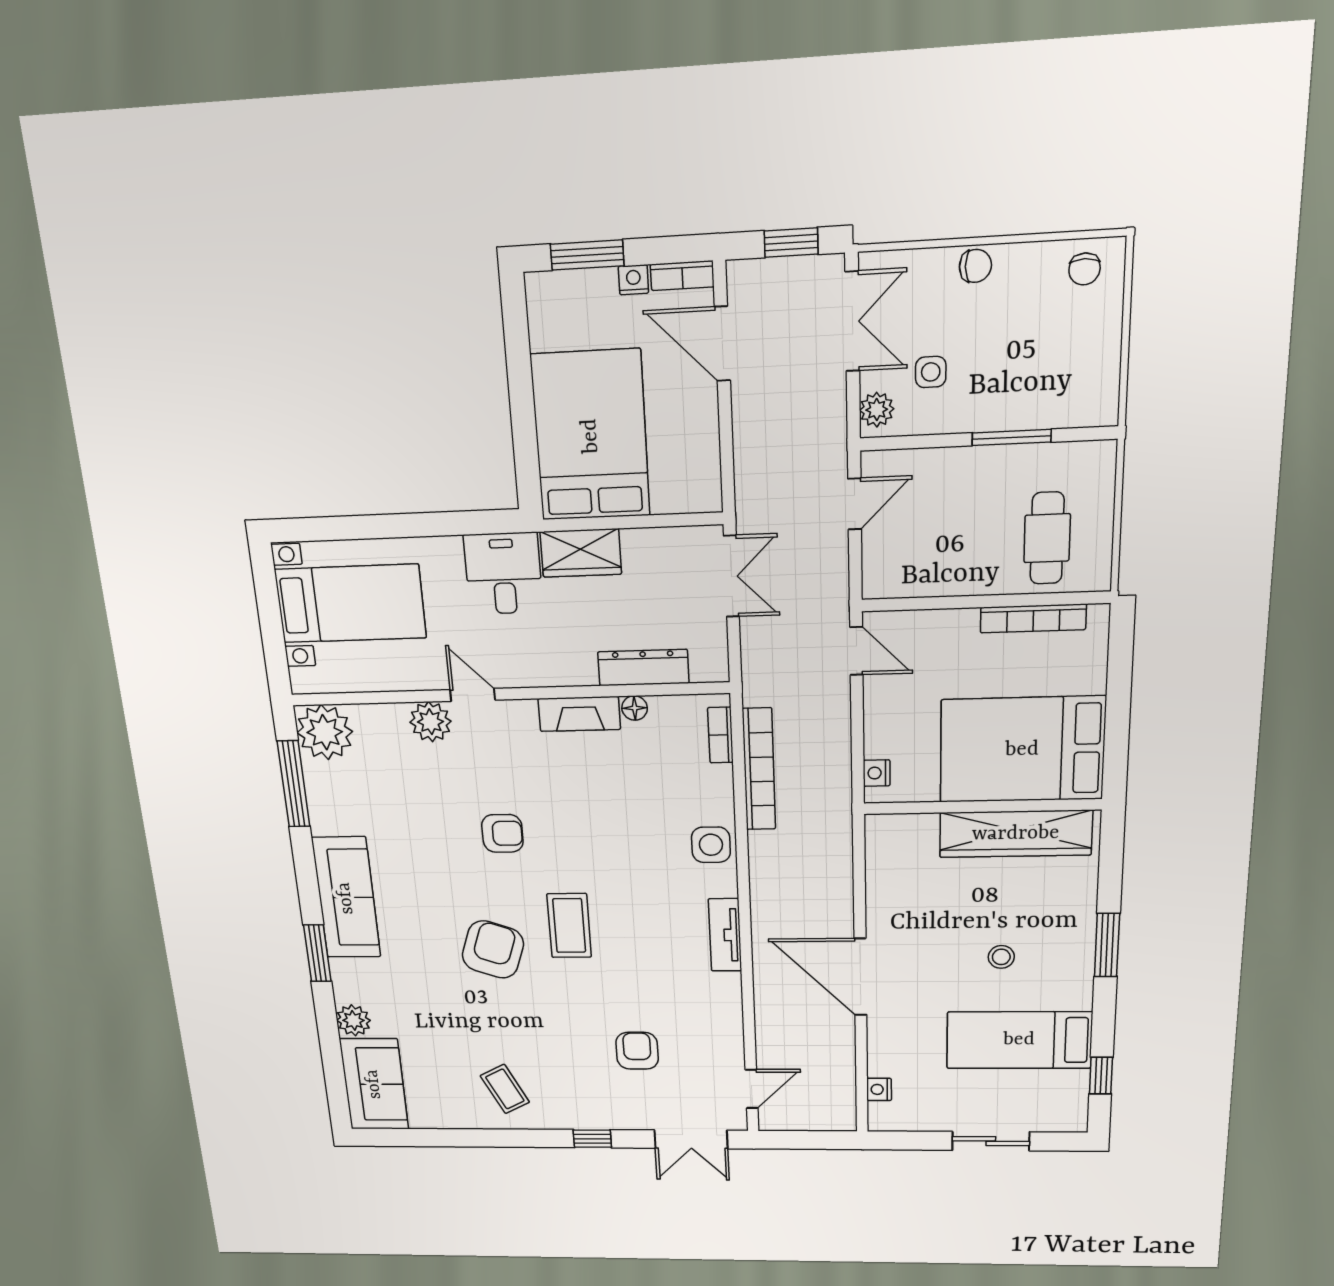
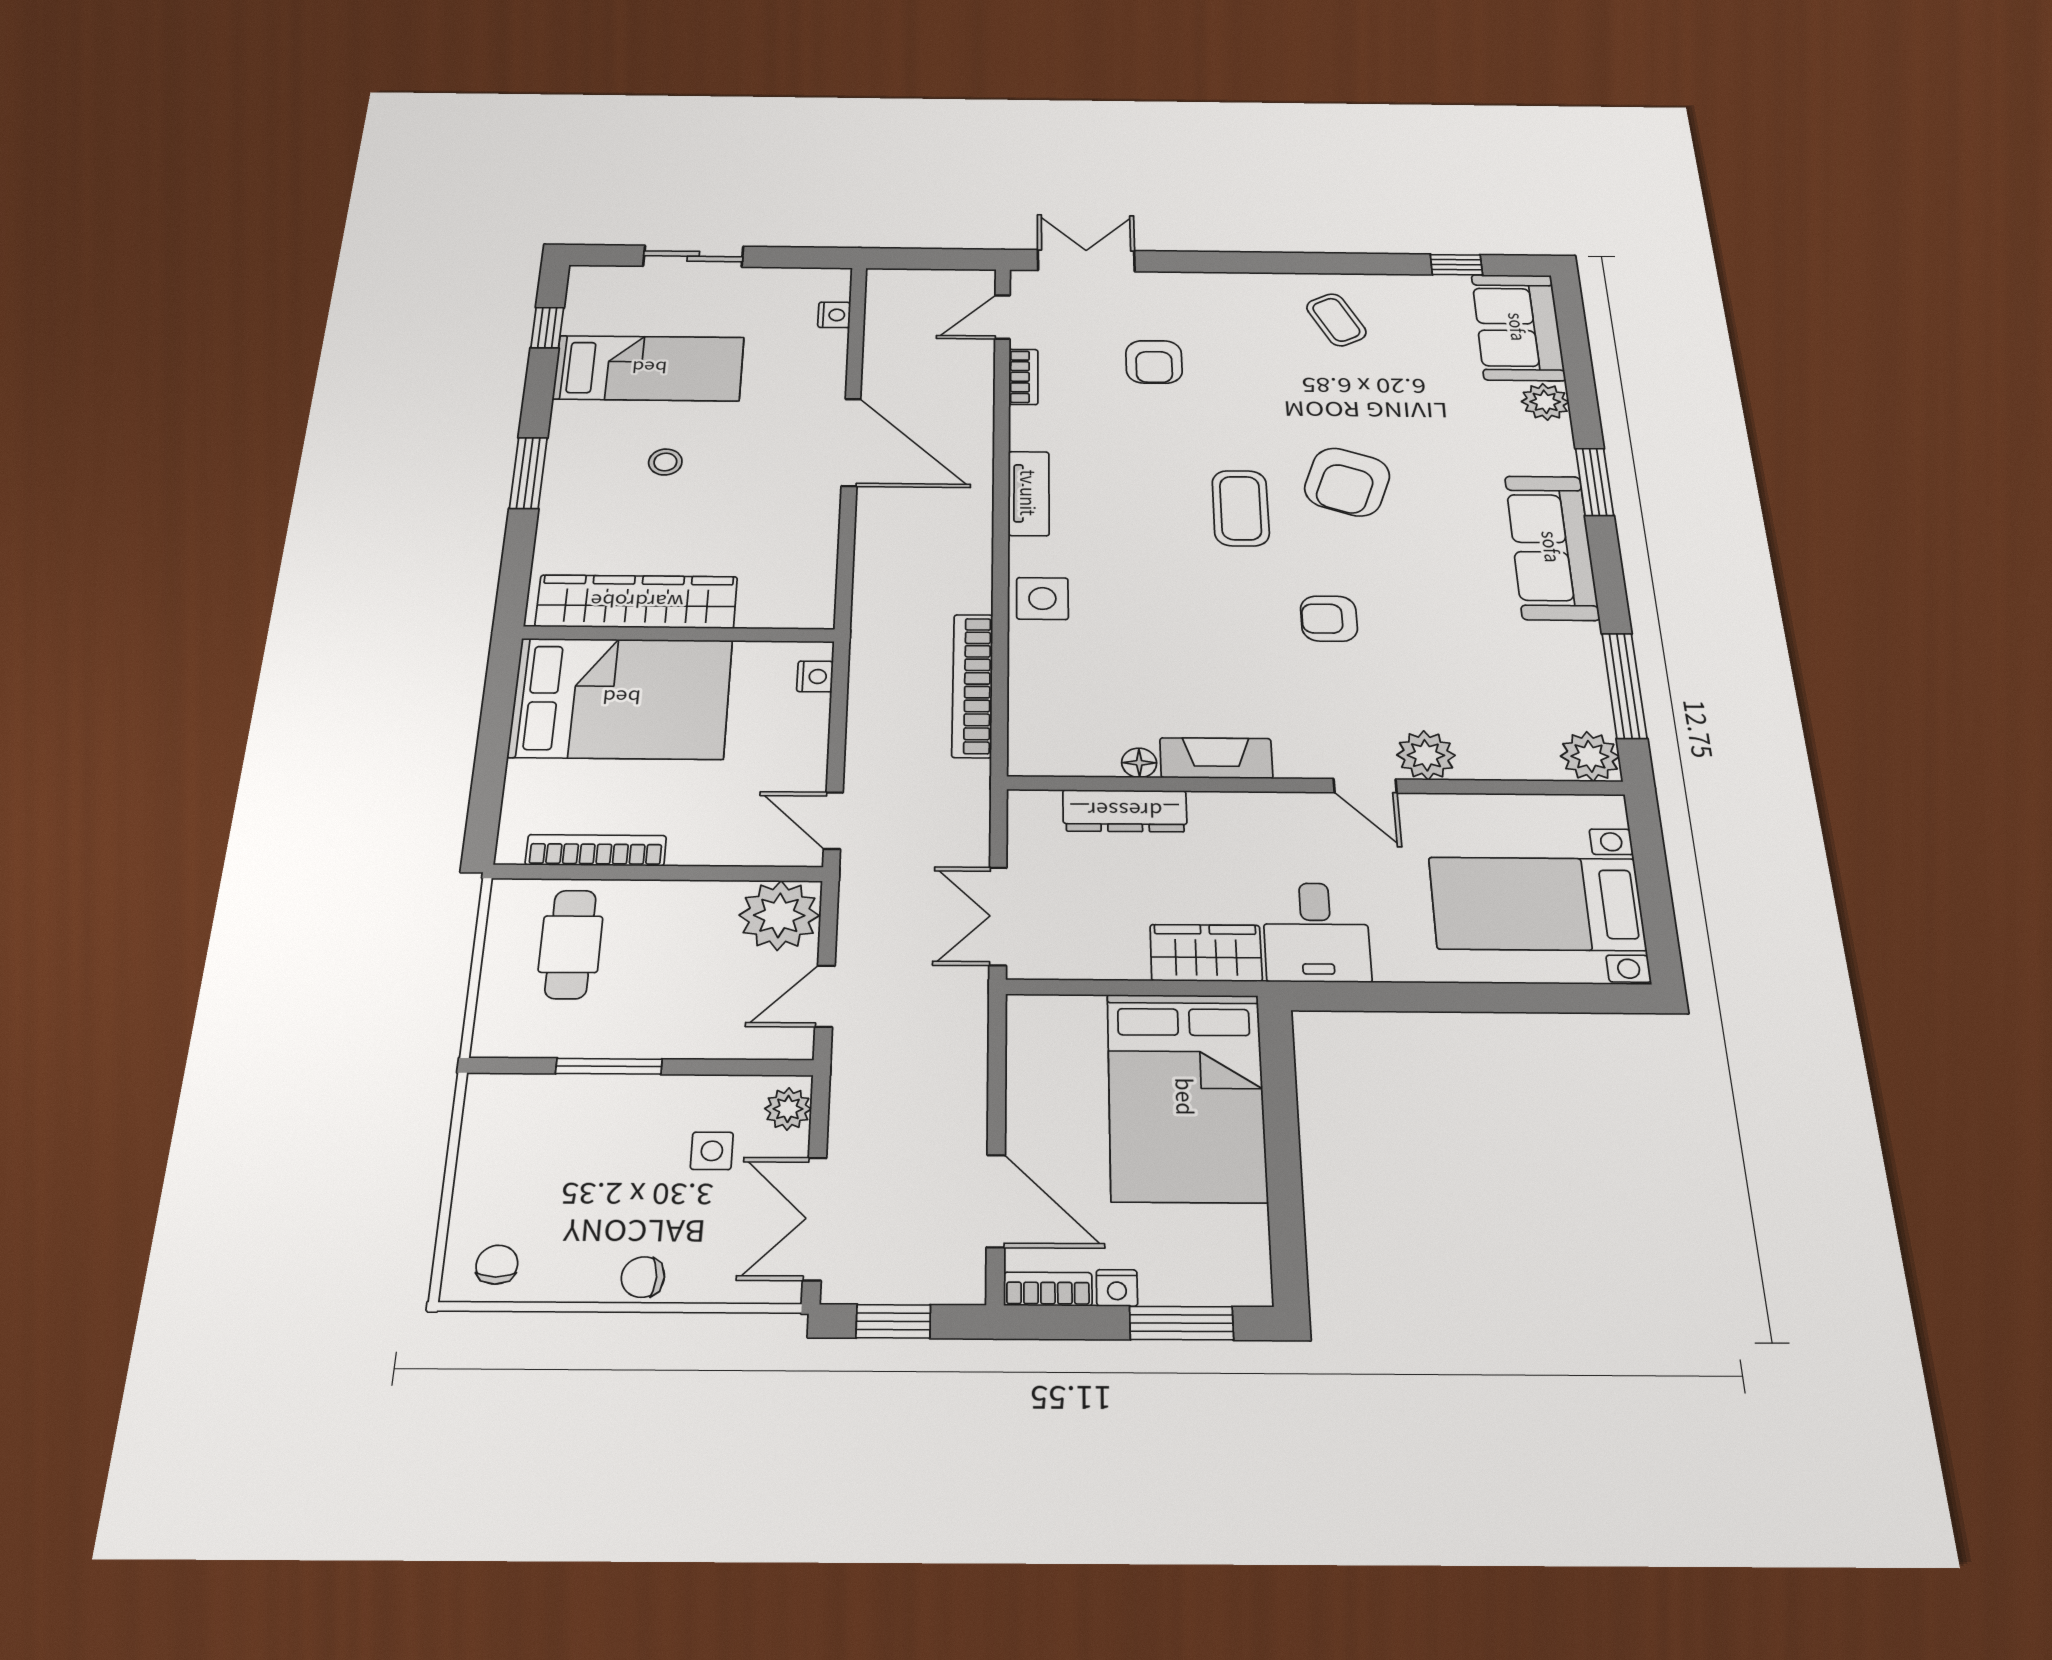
plant: (892, 570) -> (779, 915), added
plant: (325, 732) -> (1590, 756), width x0.73, depth x0.73
bookcase: (721, 735) -> (1023, 377), moved
window: (592, 1139) -> (1456, 265), moved

